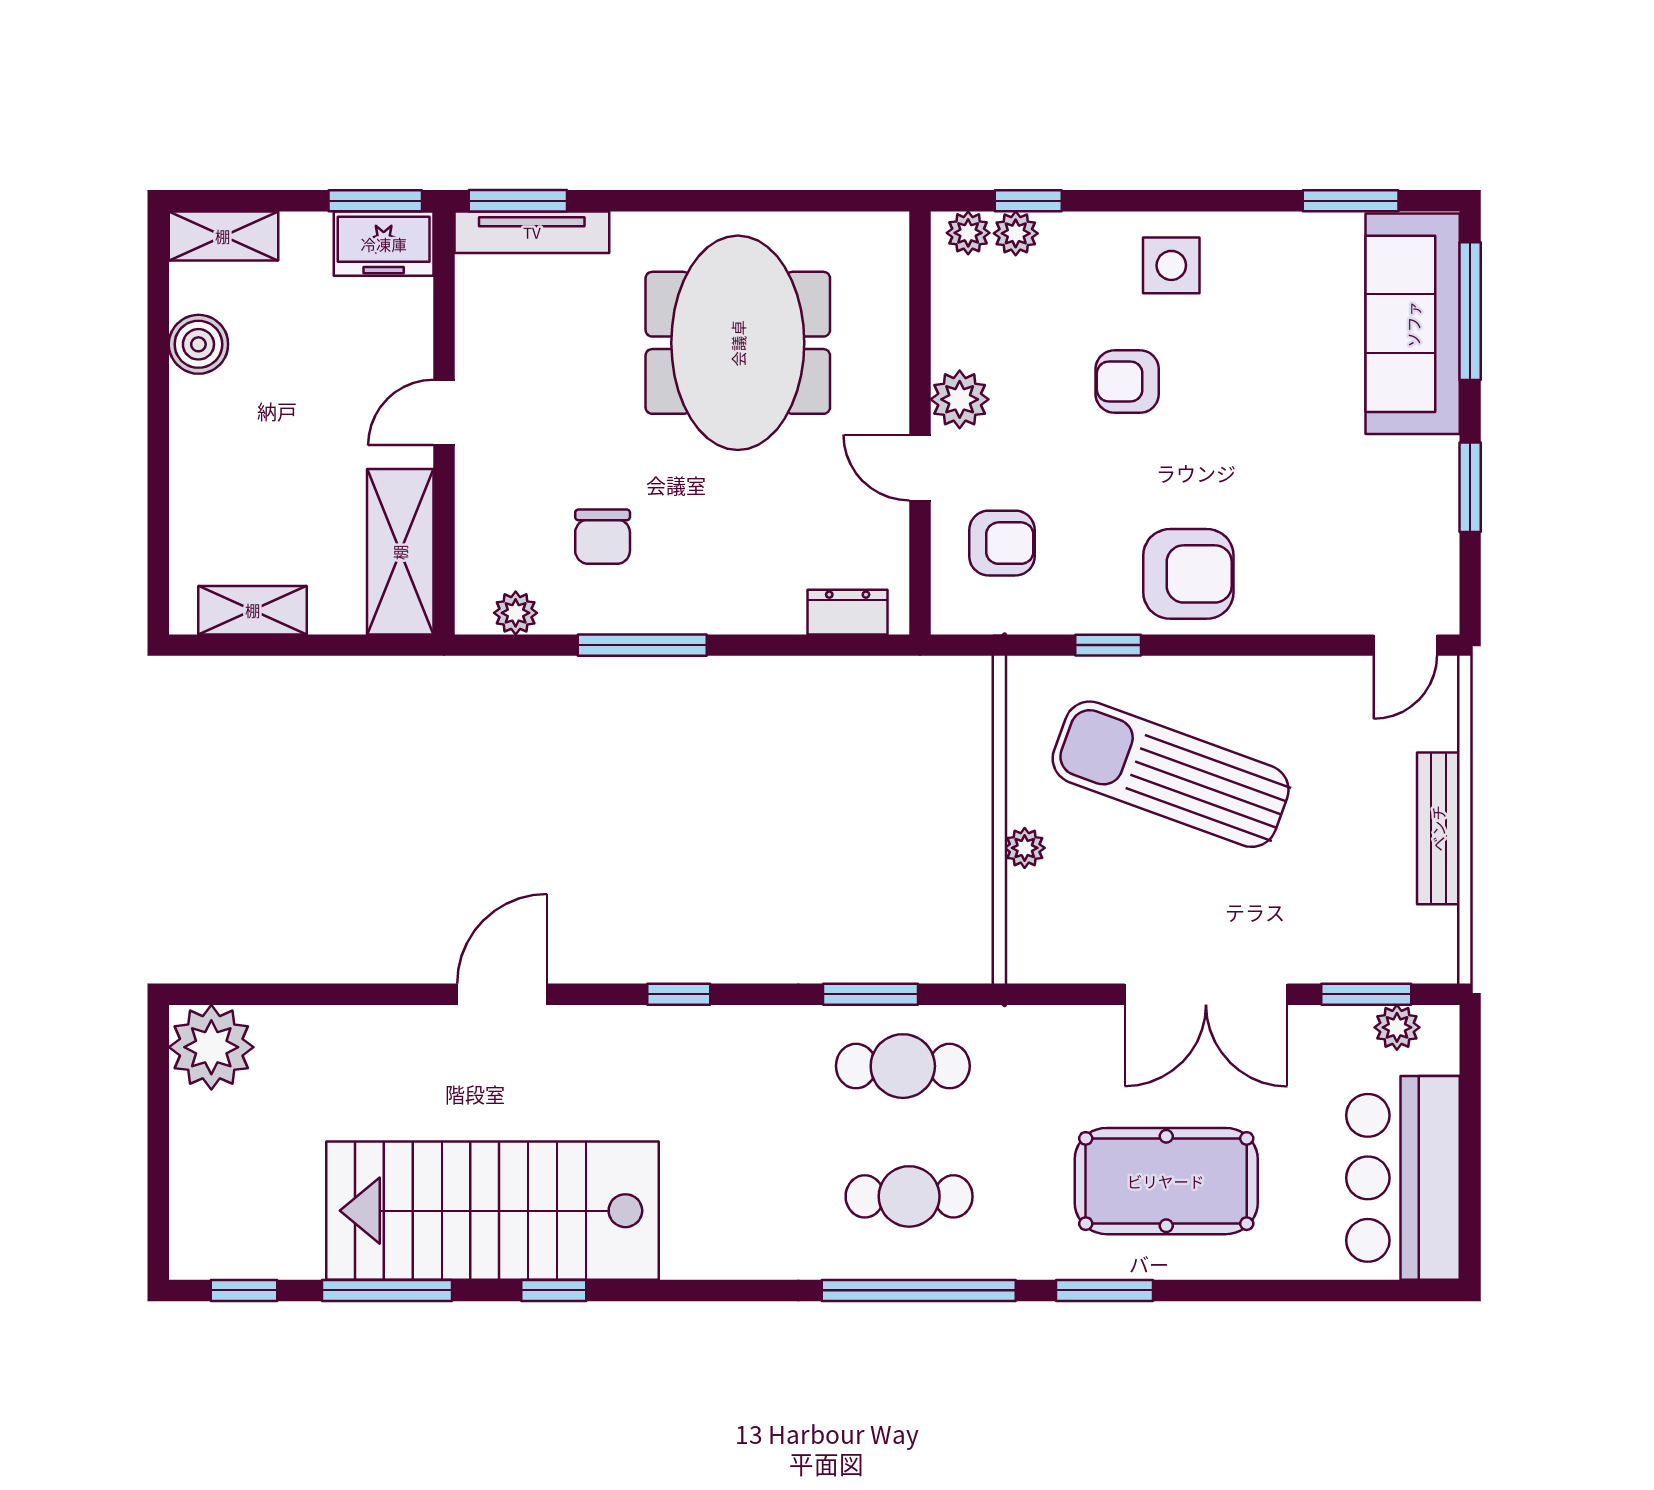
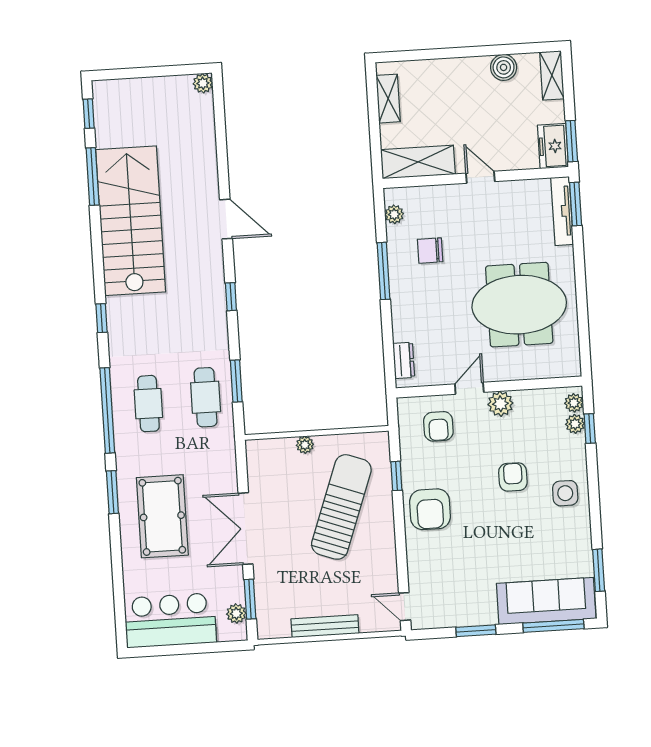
plant: (211, 1047) -> (203, 83), width x0.53, depth x0.53
window: (554, 1290) -> (101, 318), moved

